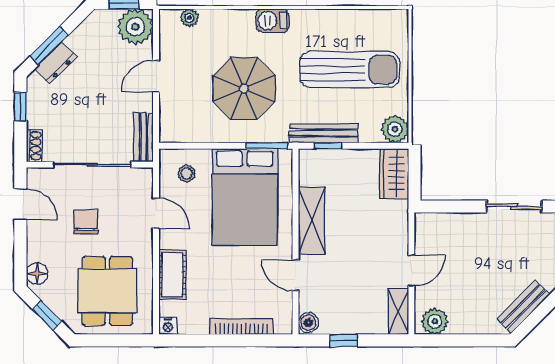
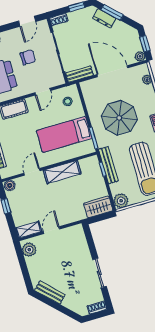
plant: (135, 27) -> (140, 56), width x0.53, depth x0.53
door: (156, 76) -> (112, 71), width x1.87
bed: (245, 197) -> (64, 134), width x0.67
door: (411, 271) -> (51, 230), swing flipped

